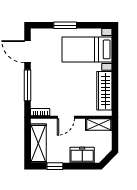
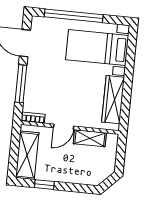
window: (65, 25) -> (74, 16), width x2.11
shelving: (99, 124) -> (90, 138), moved
freezer: (82, 155) -> (79, 174), removed

